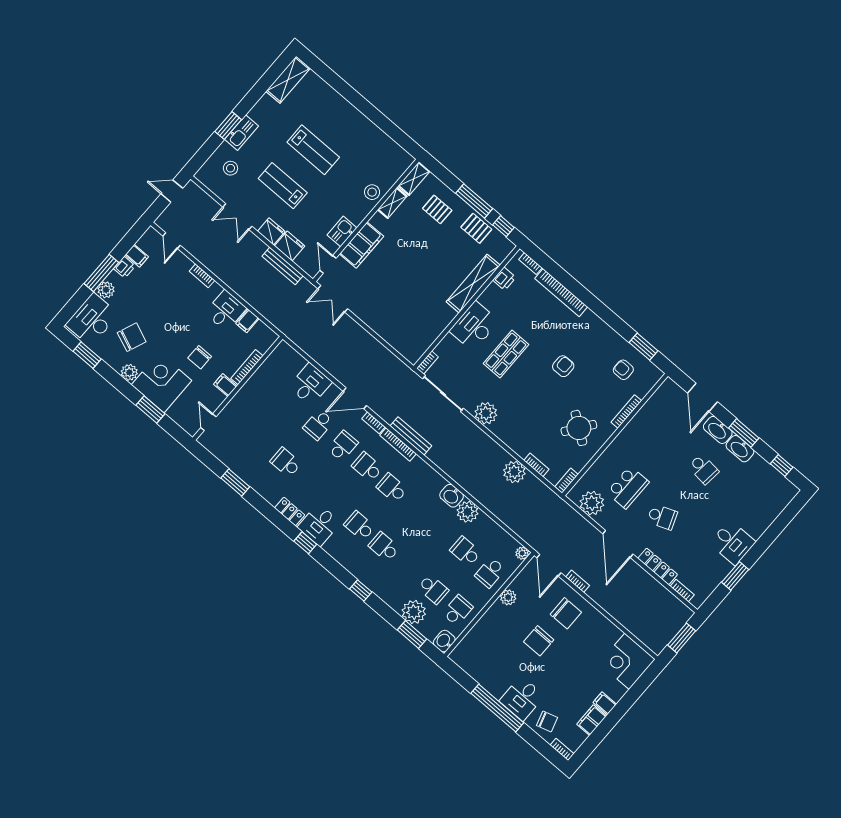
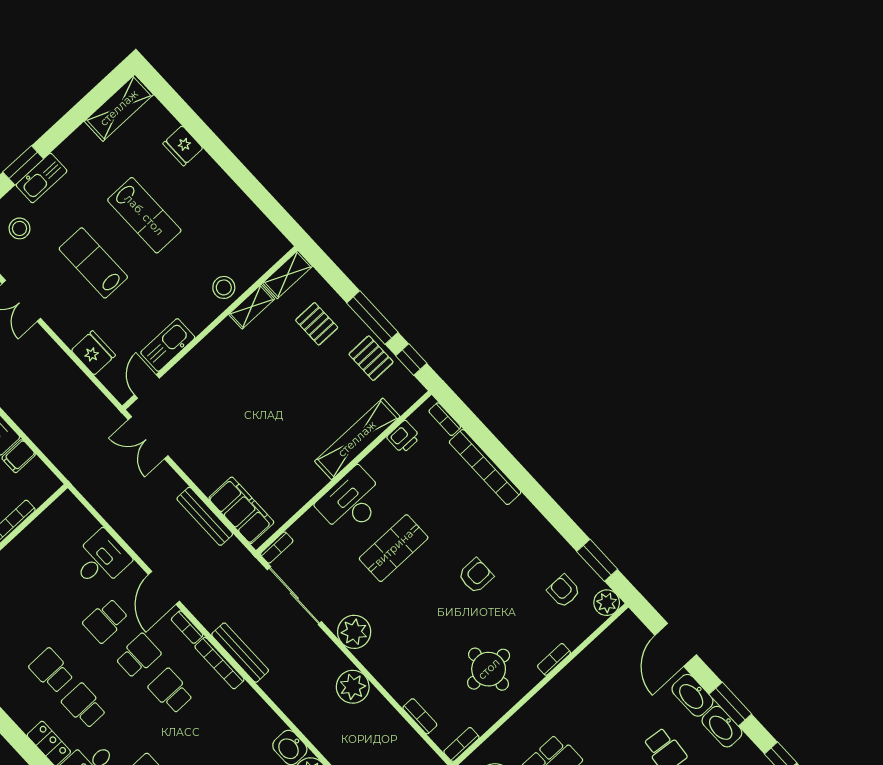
fridge: (271, 231) -> (183, 146), moved, turned 180
kitchen sink: (342, 231) -> (168, 345), width x1.38
filing cabinet: (362, 245) -> (241, 510), moved, turned -90
bench: (283, 266) -> (205, 516), moved
plant: (653, 374) -> (607, 603), added
door: (355, 398) -> (164, 588), hinge flipped
bookcase: (626, 411) -> (554, 659), width x0.64
round table: (579, 428) -> (489, 669), turned -36
plant: (514, 472) -> (353, 687), moved
school desk: (392, 488) -> (84, 706), moved

